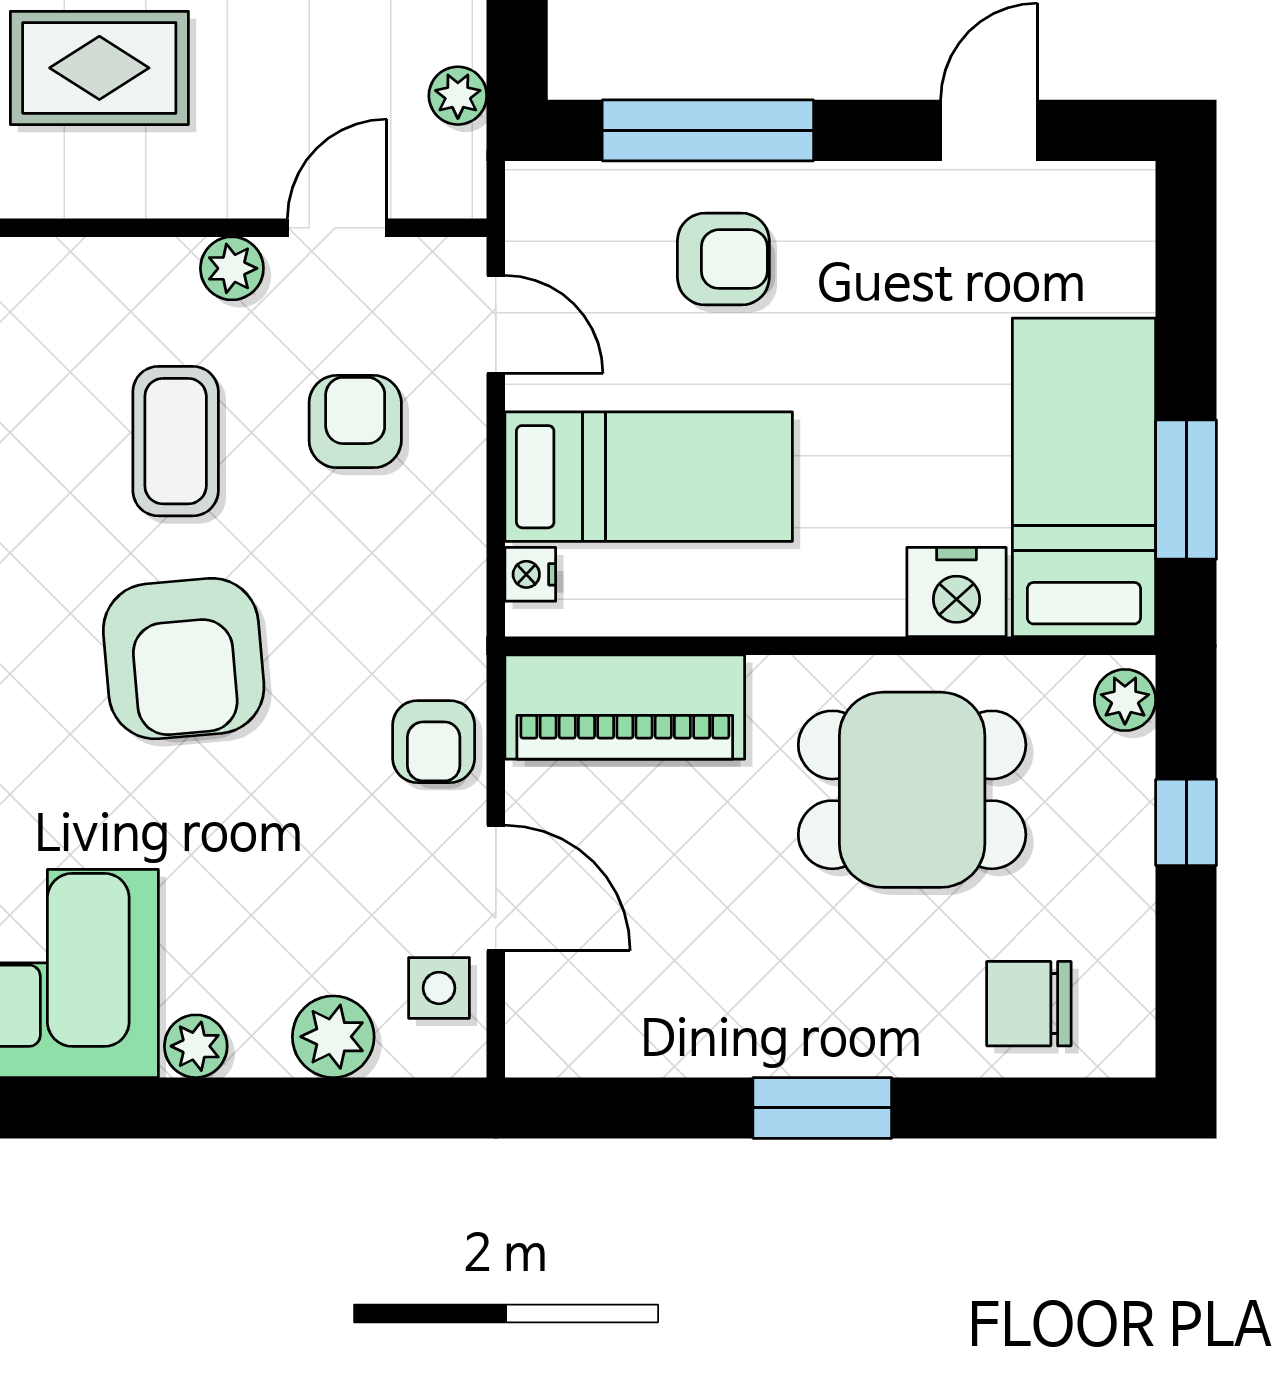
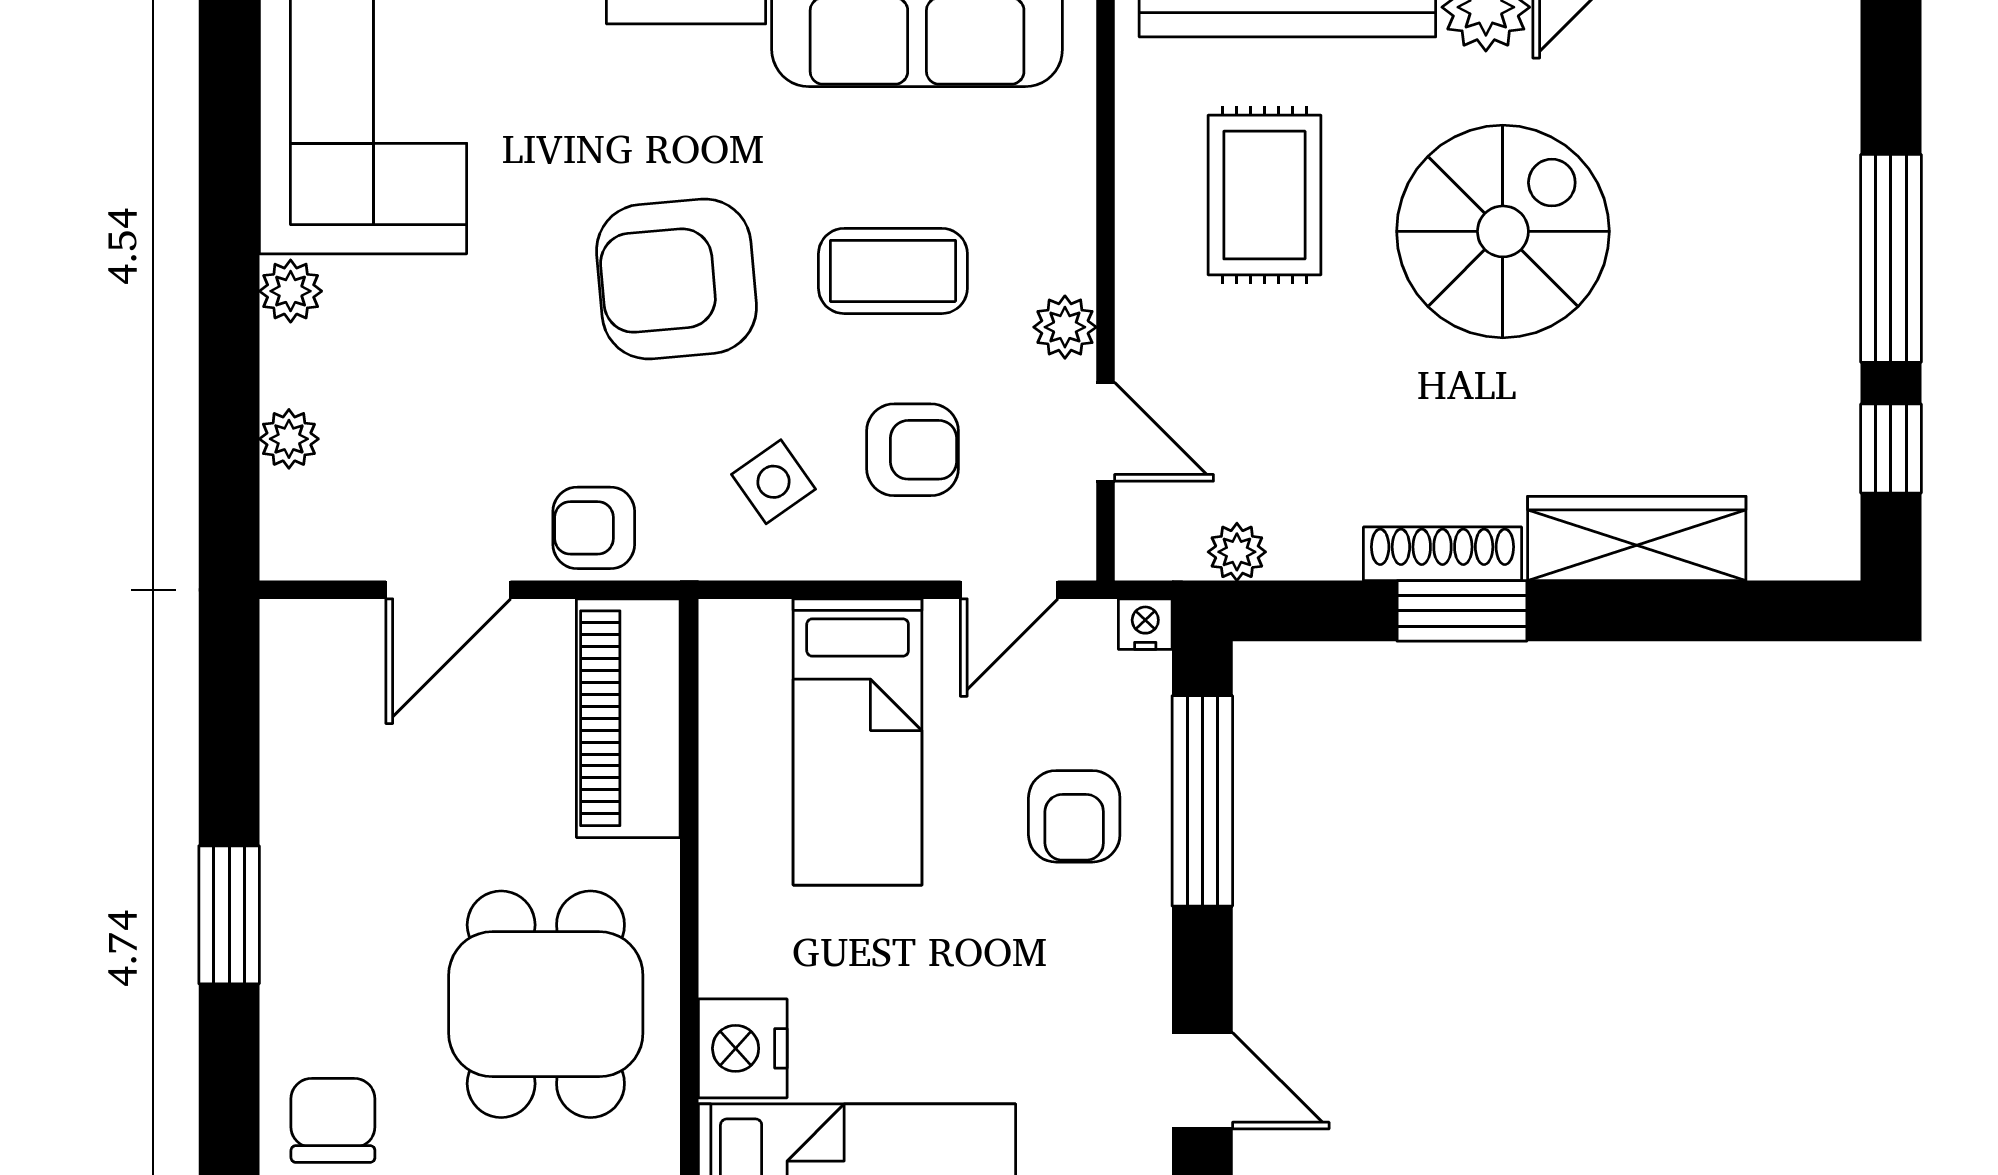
nightstand: (530, 574) -> (1145, 624), moved
side table: (439, 988) -> (773, 482), moved, turned -35
plant: (333, 1037) -> (289, 439), width x0.73, depth x0.73

